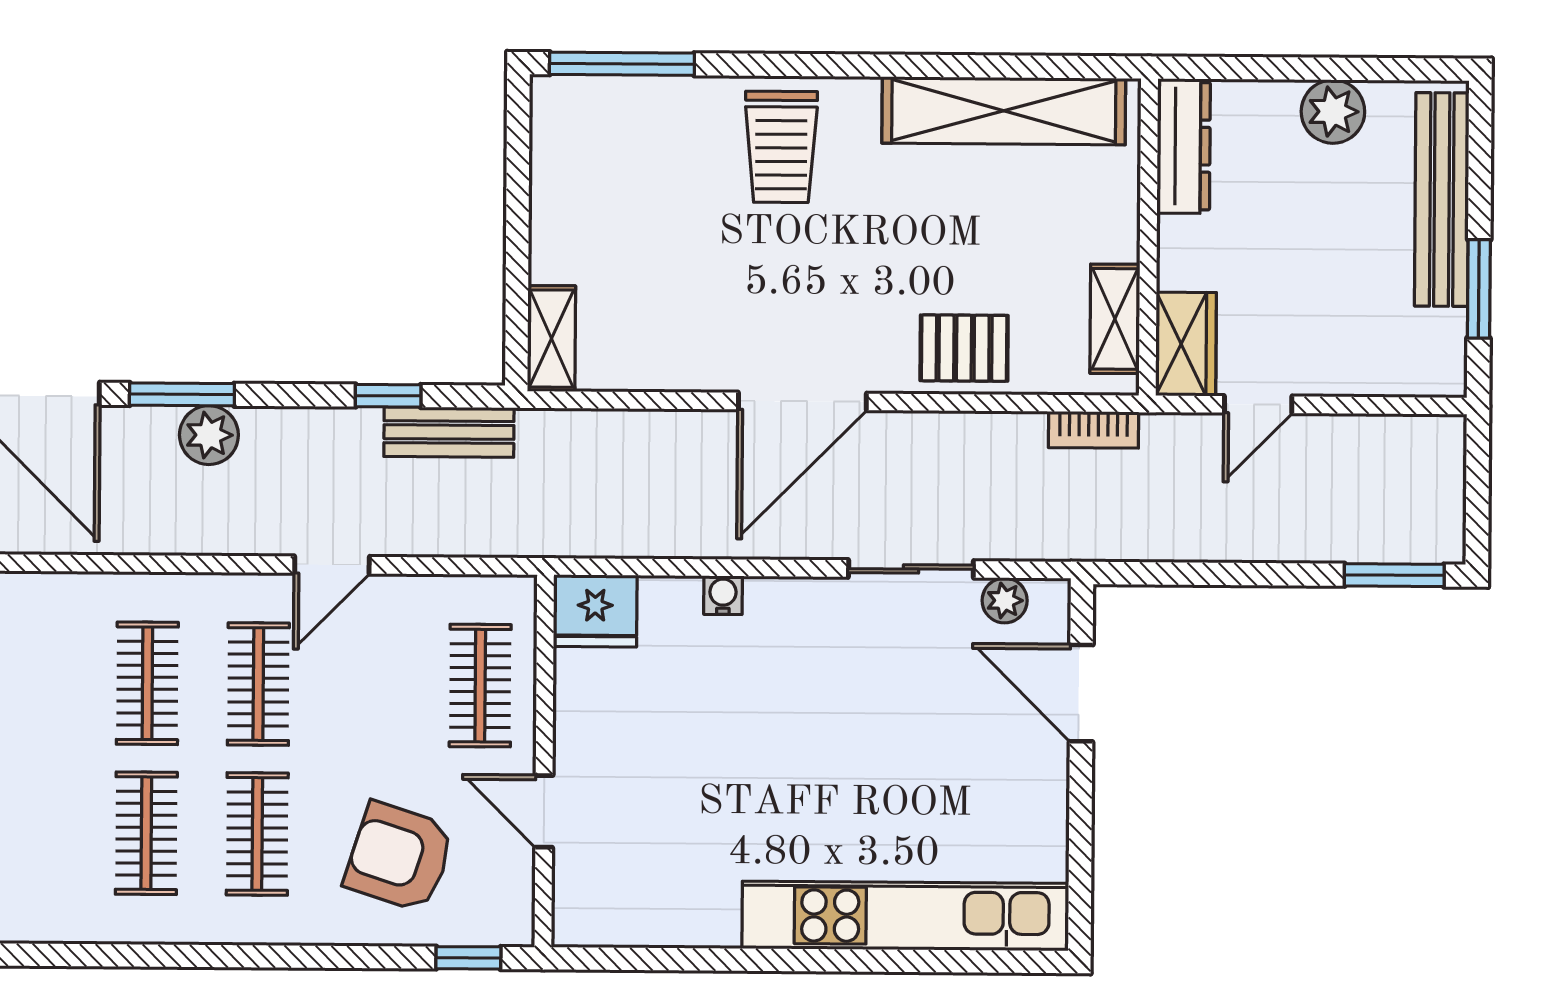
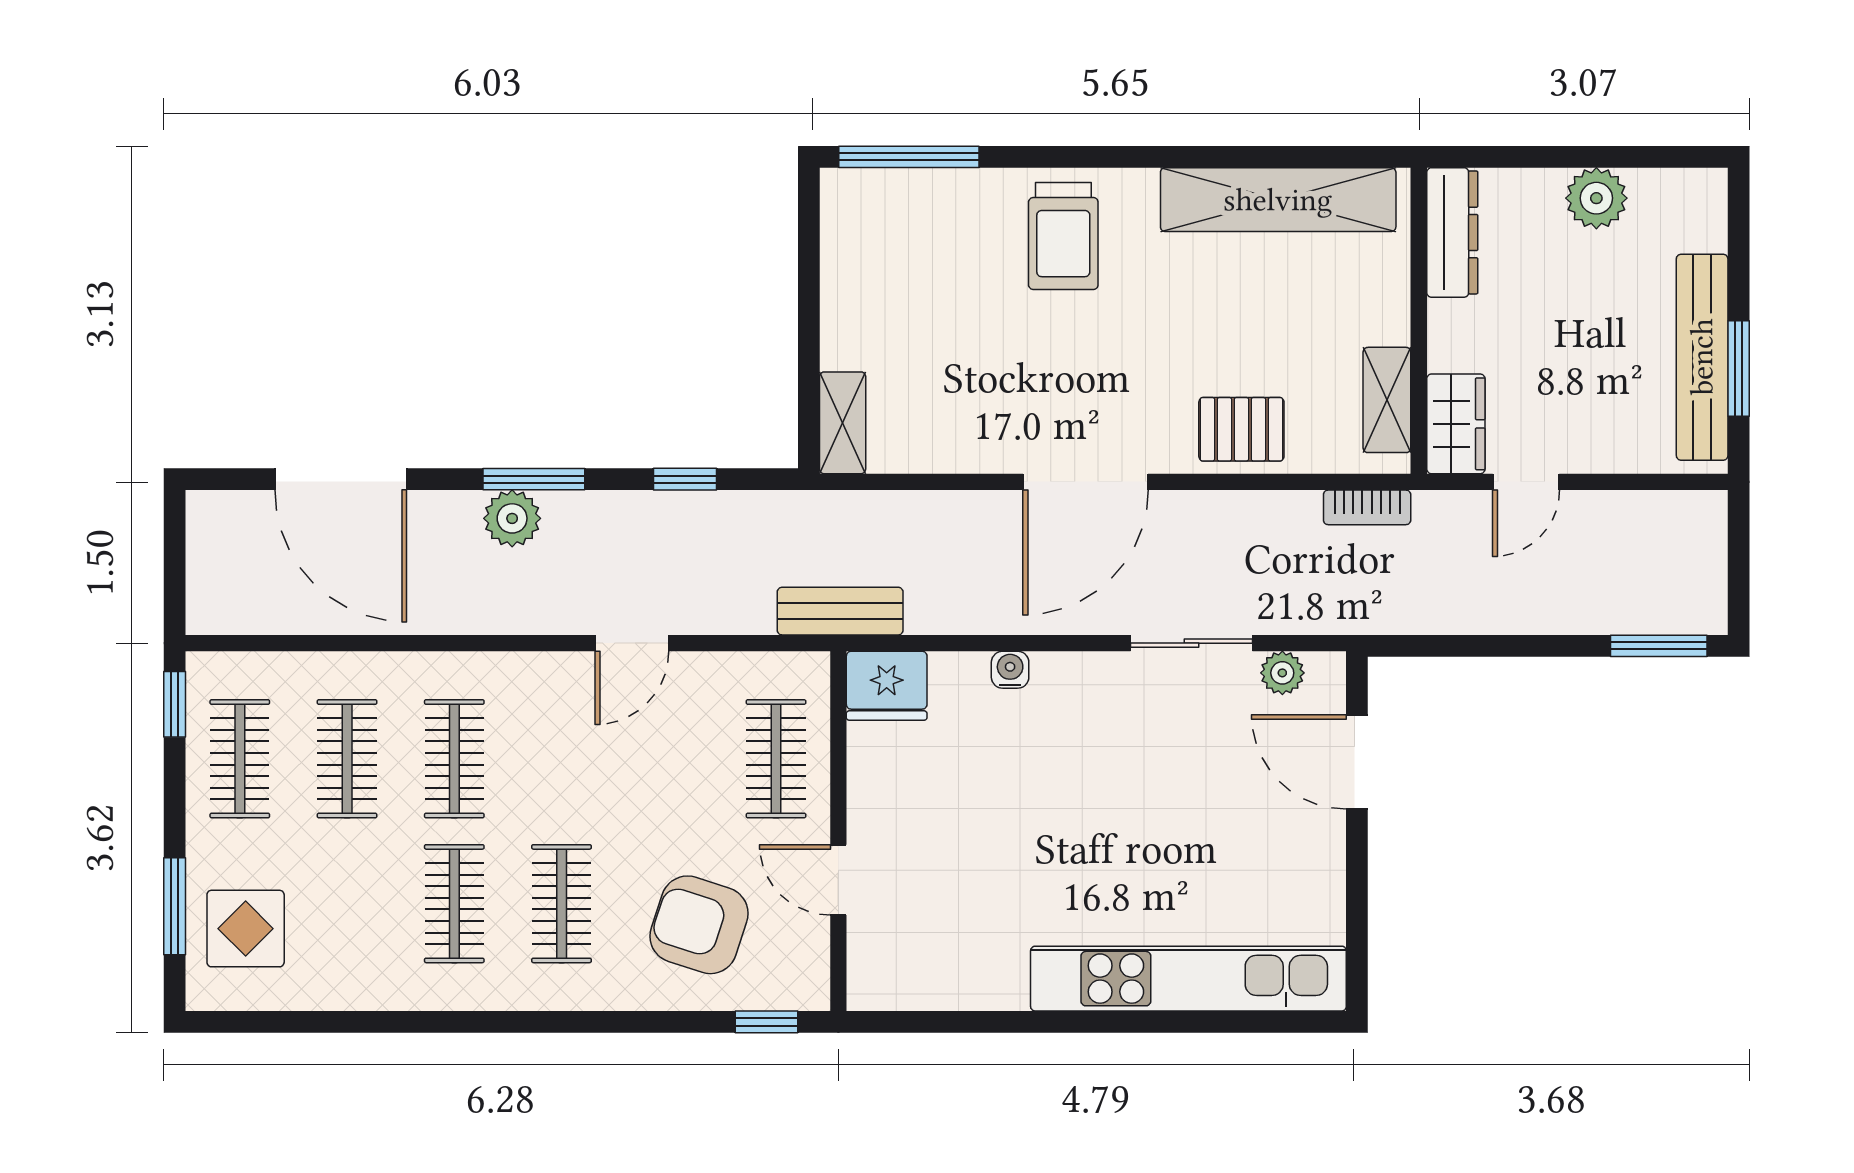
bench: (1442, 200) -> (1702, 357), moved
window: (182, 394) -> (534, 479), moved
bench: (449, 432) -> (840, 611), moved
clothes rail: (258, 684) -> (347, 759), moved

